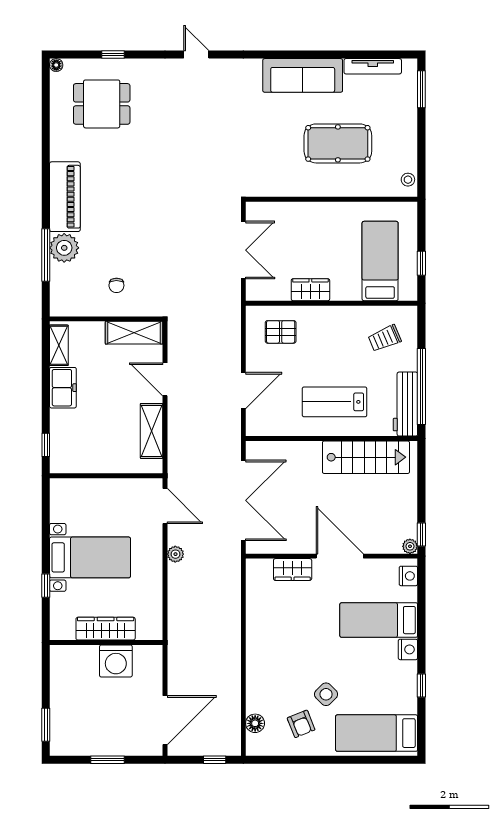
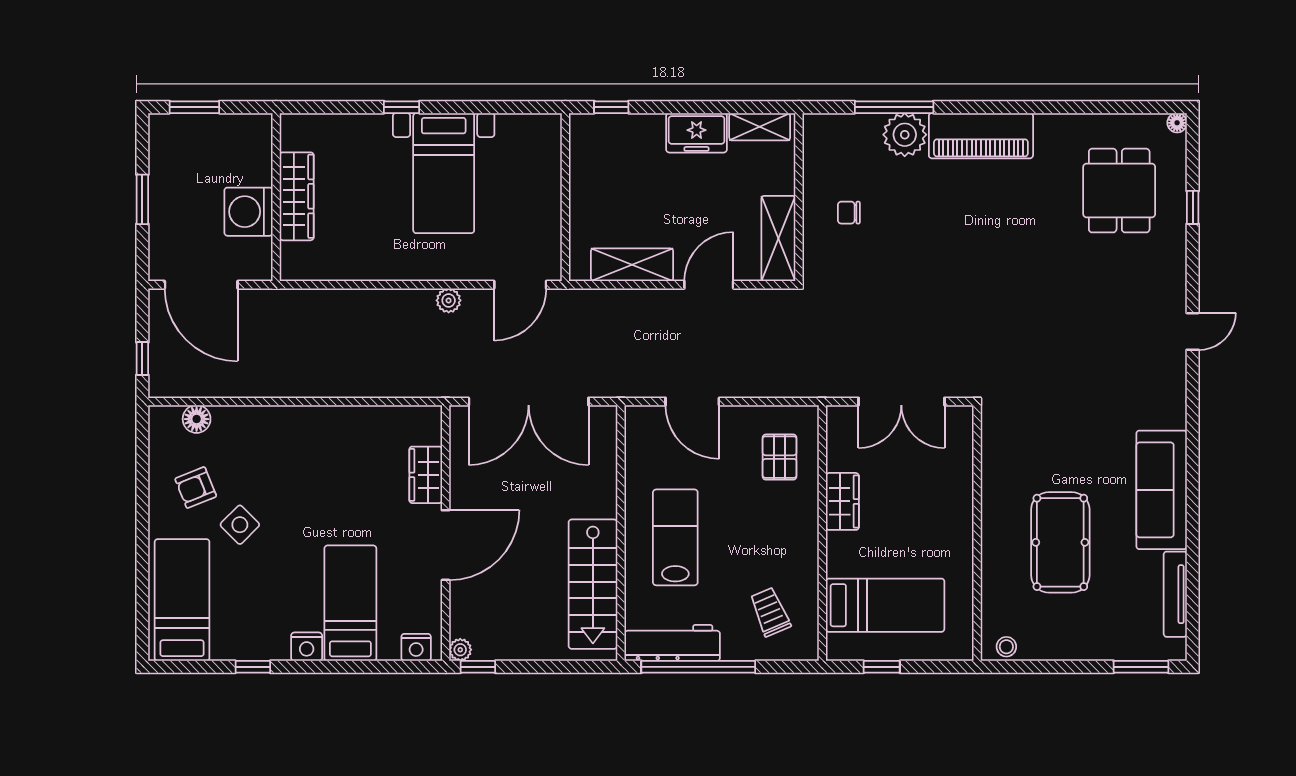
wardrobe: (106, 629) -> (297, 196), moved
wall: (106, 642) -> (276, 197), moved
washing machine: (116, 661) -> (249, 212), moved

